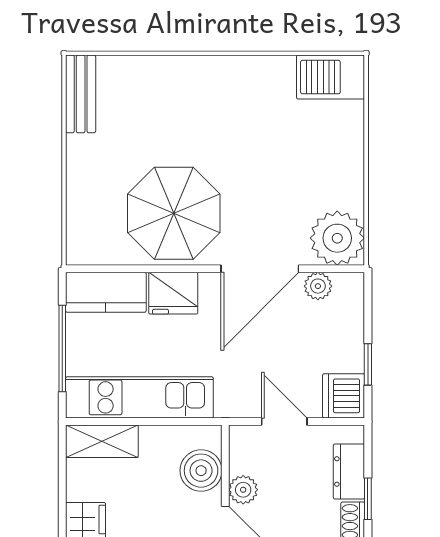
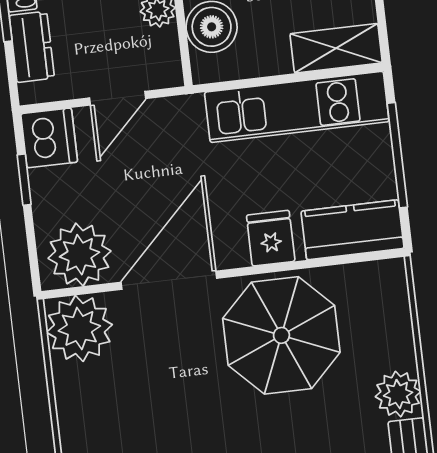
plant: (85, 154) -> (398, 394), added
plant: (318, 286) -> (79, 255), width x1.88, depth x1.88
fridge: (173, 293) -> (271, 238), width x0.72
door: (284, 422) -> (118, 98), hinge flipped

